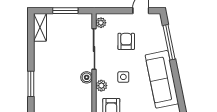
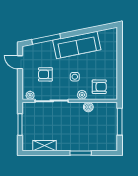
shelving: (40, 27) -> (44, 146), moved
boiler: (87, 77) -> (88, 107), moved

